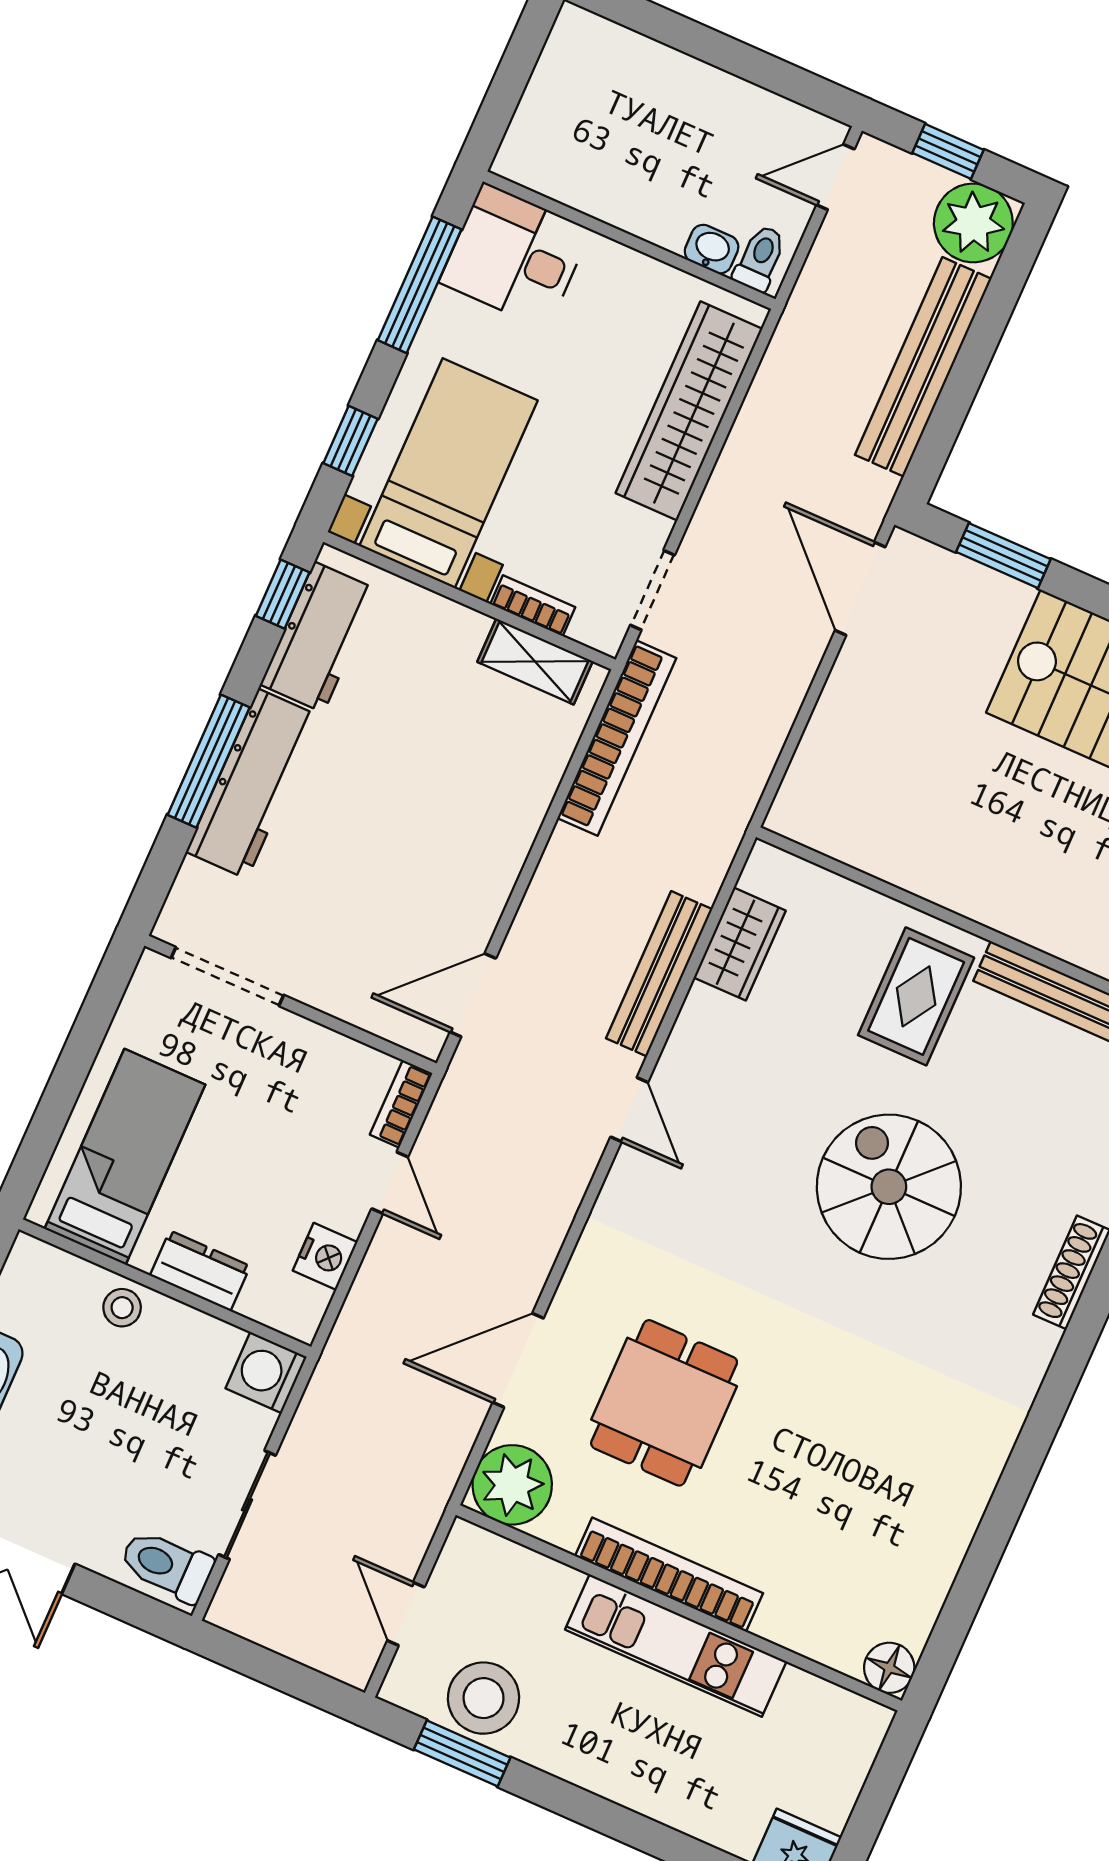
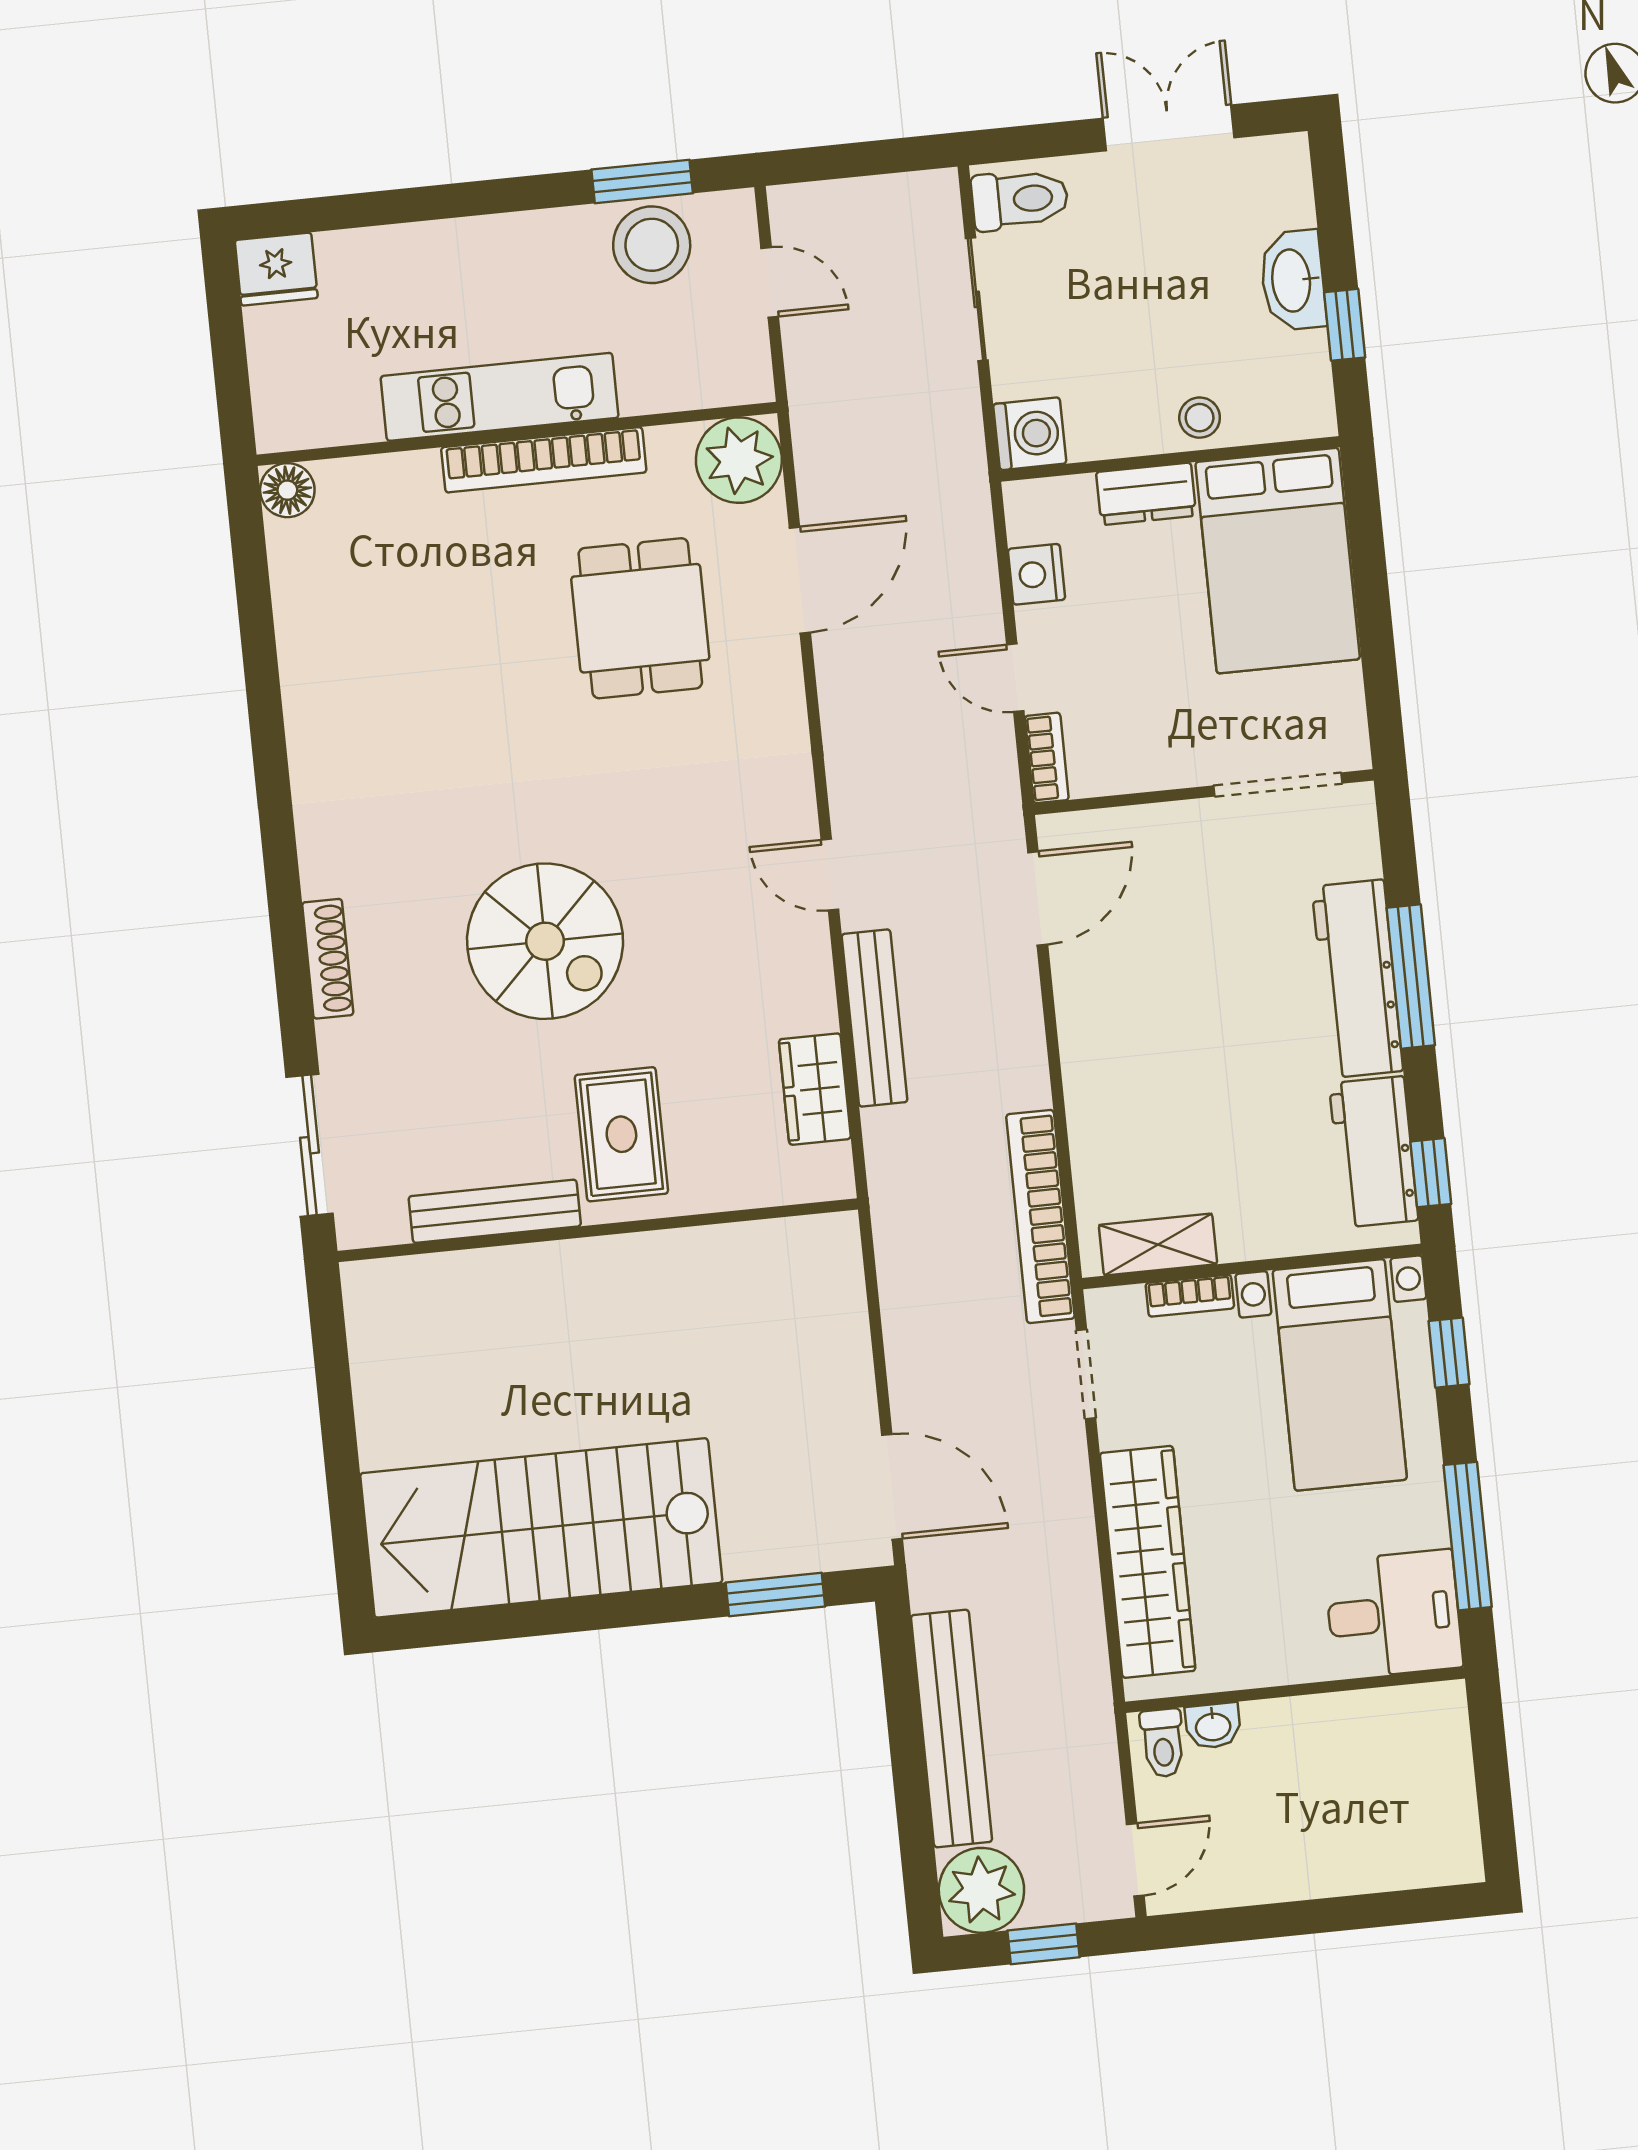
bed: (125, 1157) -> (1278, 561), width x1.50

